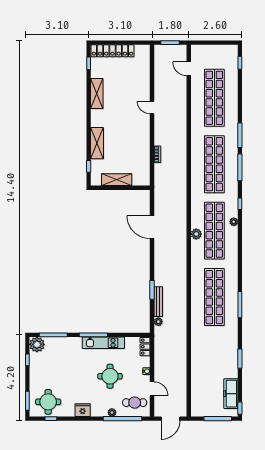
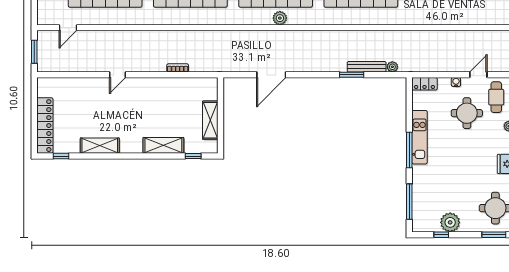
plant: (37, 344) -> (450, 222), moved
round table: (110, 376) -> (467, 113), moved

